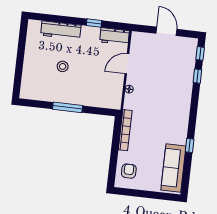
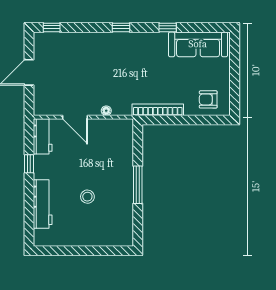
window: (197, 76) -> (121, 27), moved

